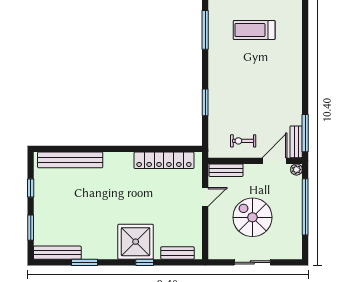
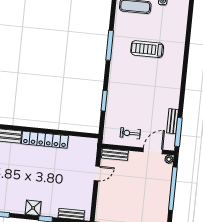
bench: (296, 142) -> (173, 121), moved
locker: (164, 160) -> (45, 140), moved
spiral stairs: (252, 217) -> (132, 193), removed
shower: (136, 242) -> (33, 208), width x0.54, depth x0.54

